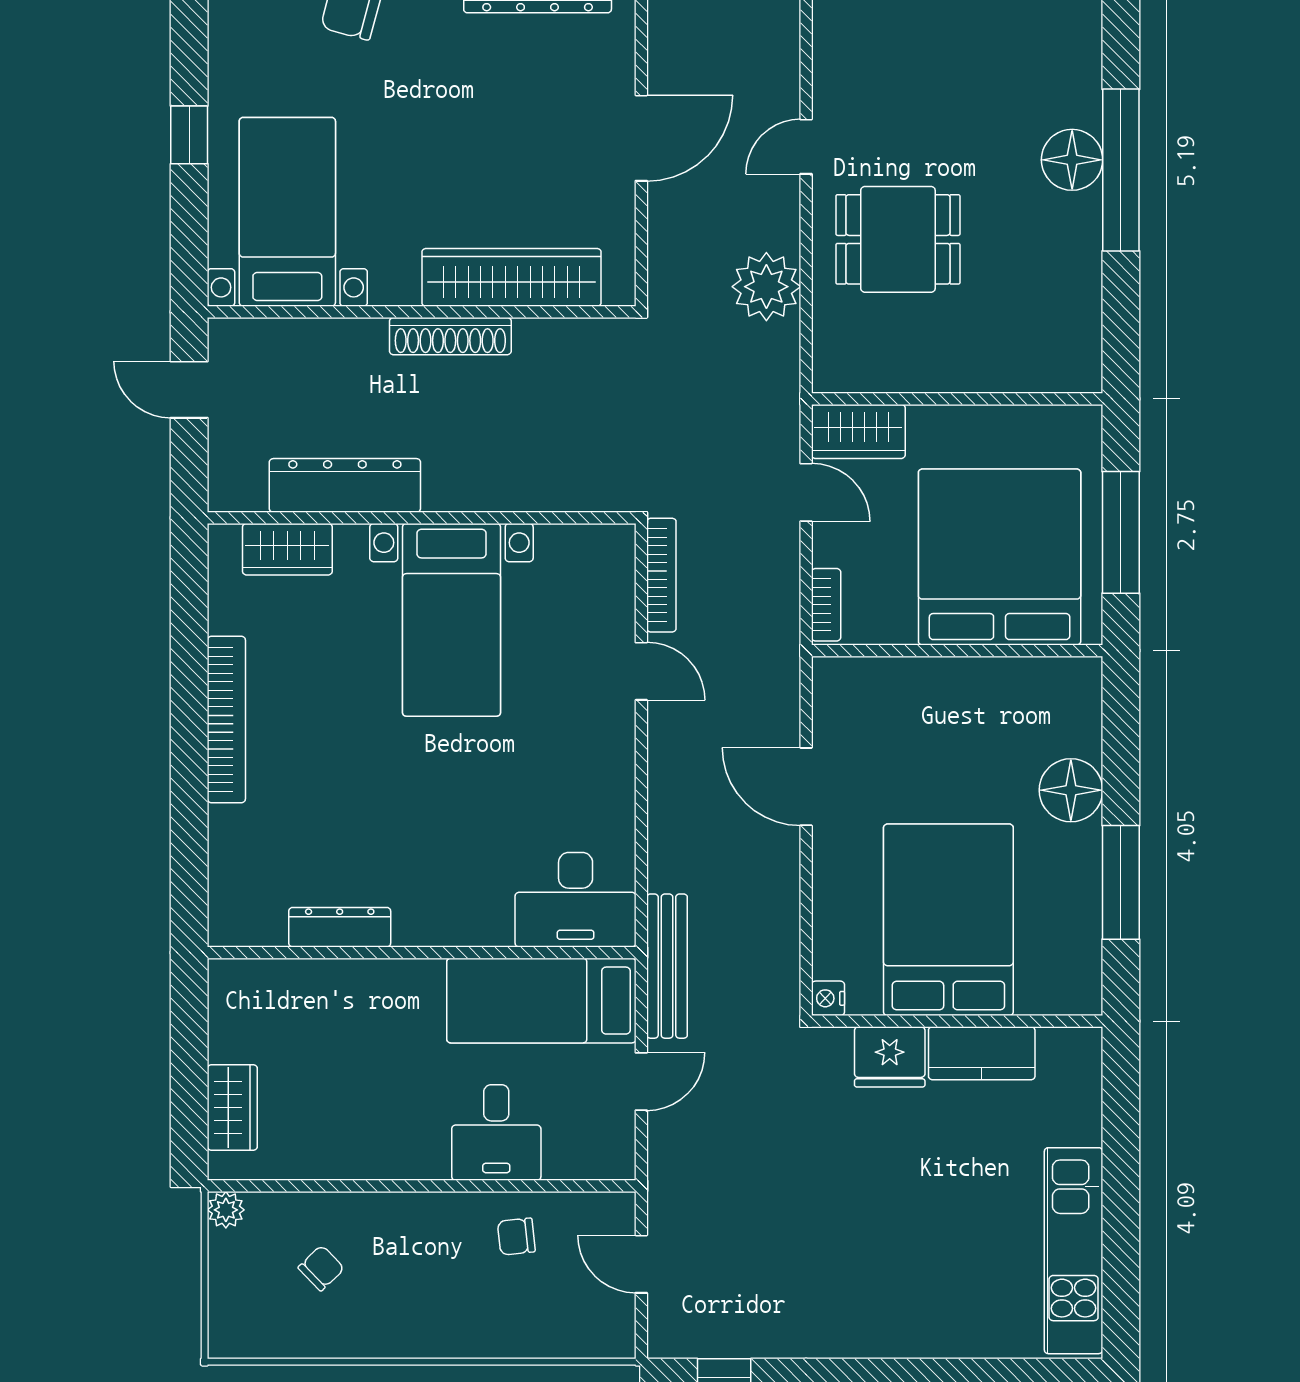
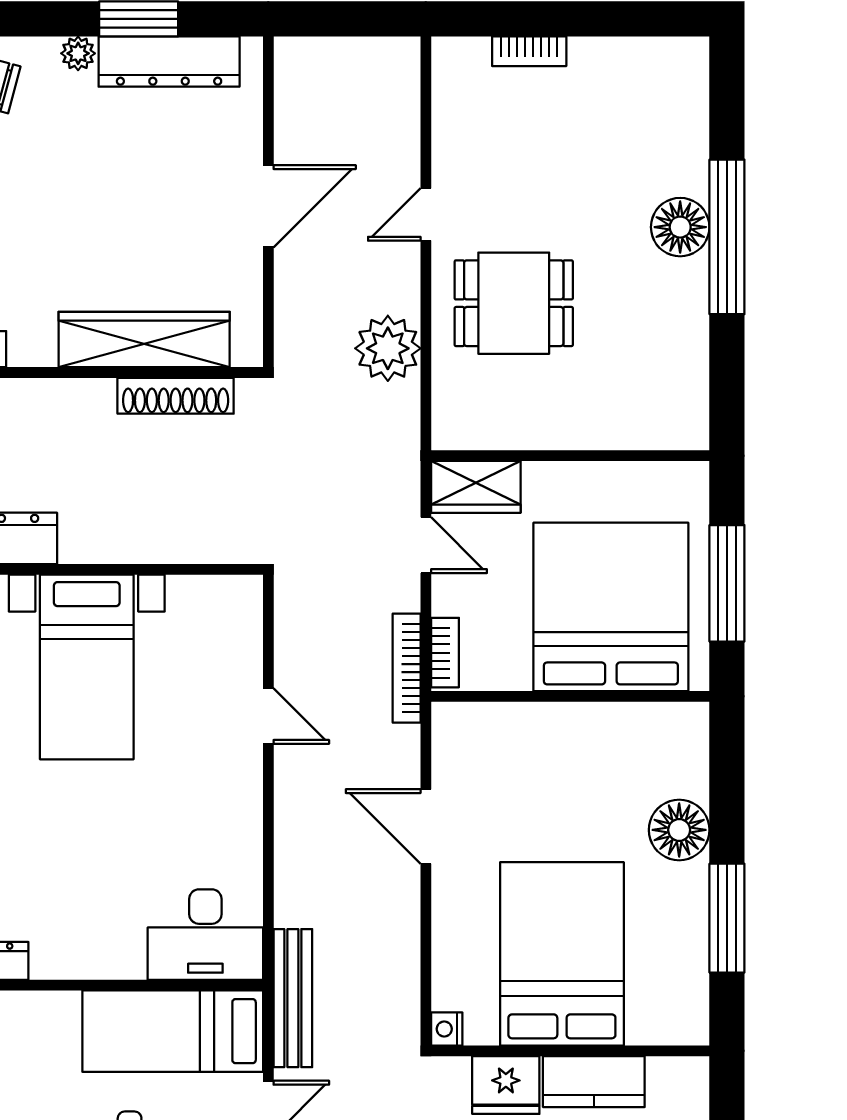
shoe rack: (450, 336) -> (176, 396), moved
bookcase: (661, 575) -> (407, 668), moved, turned 180

